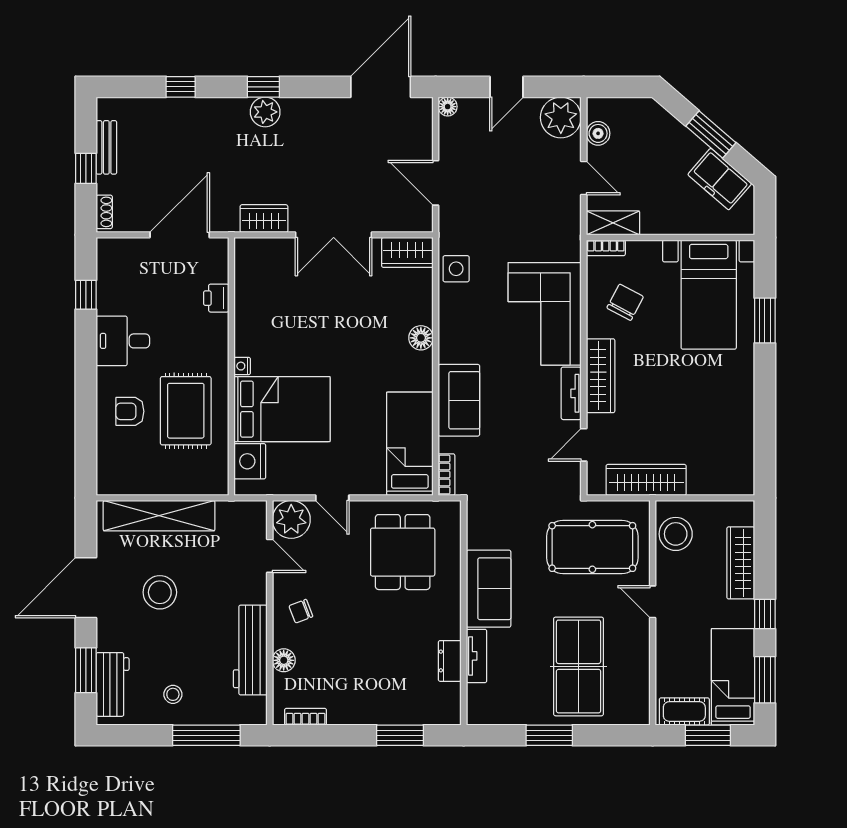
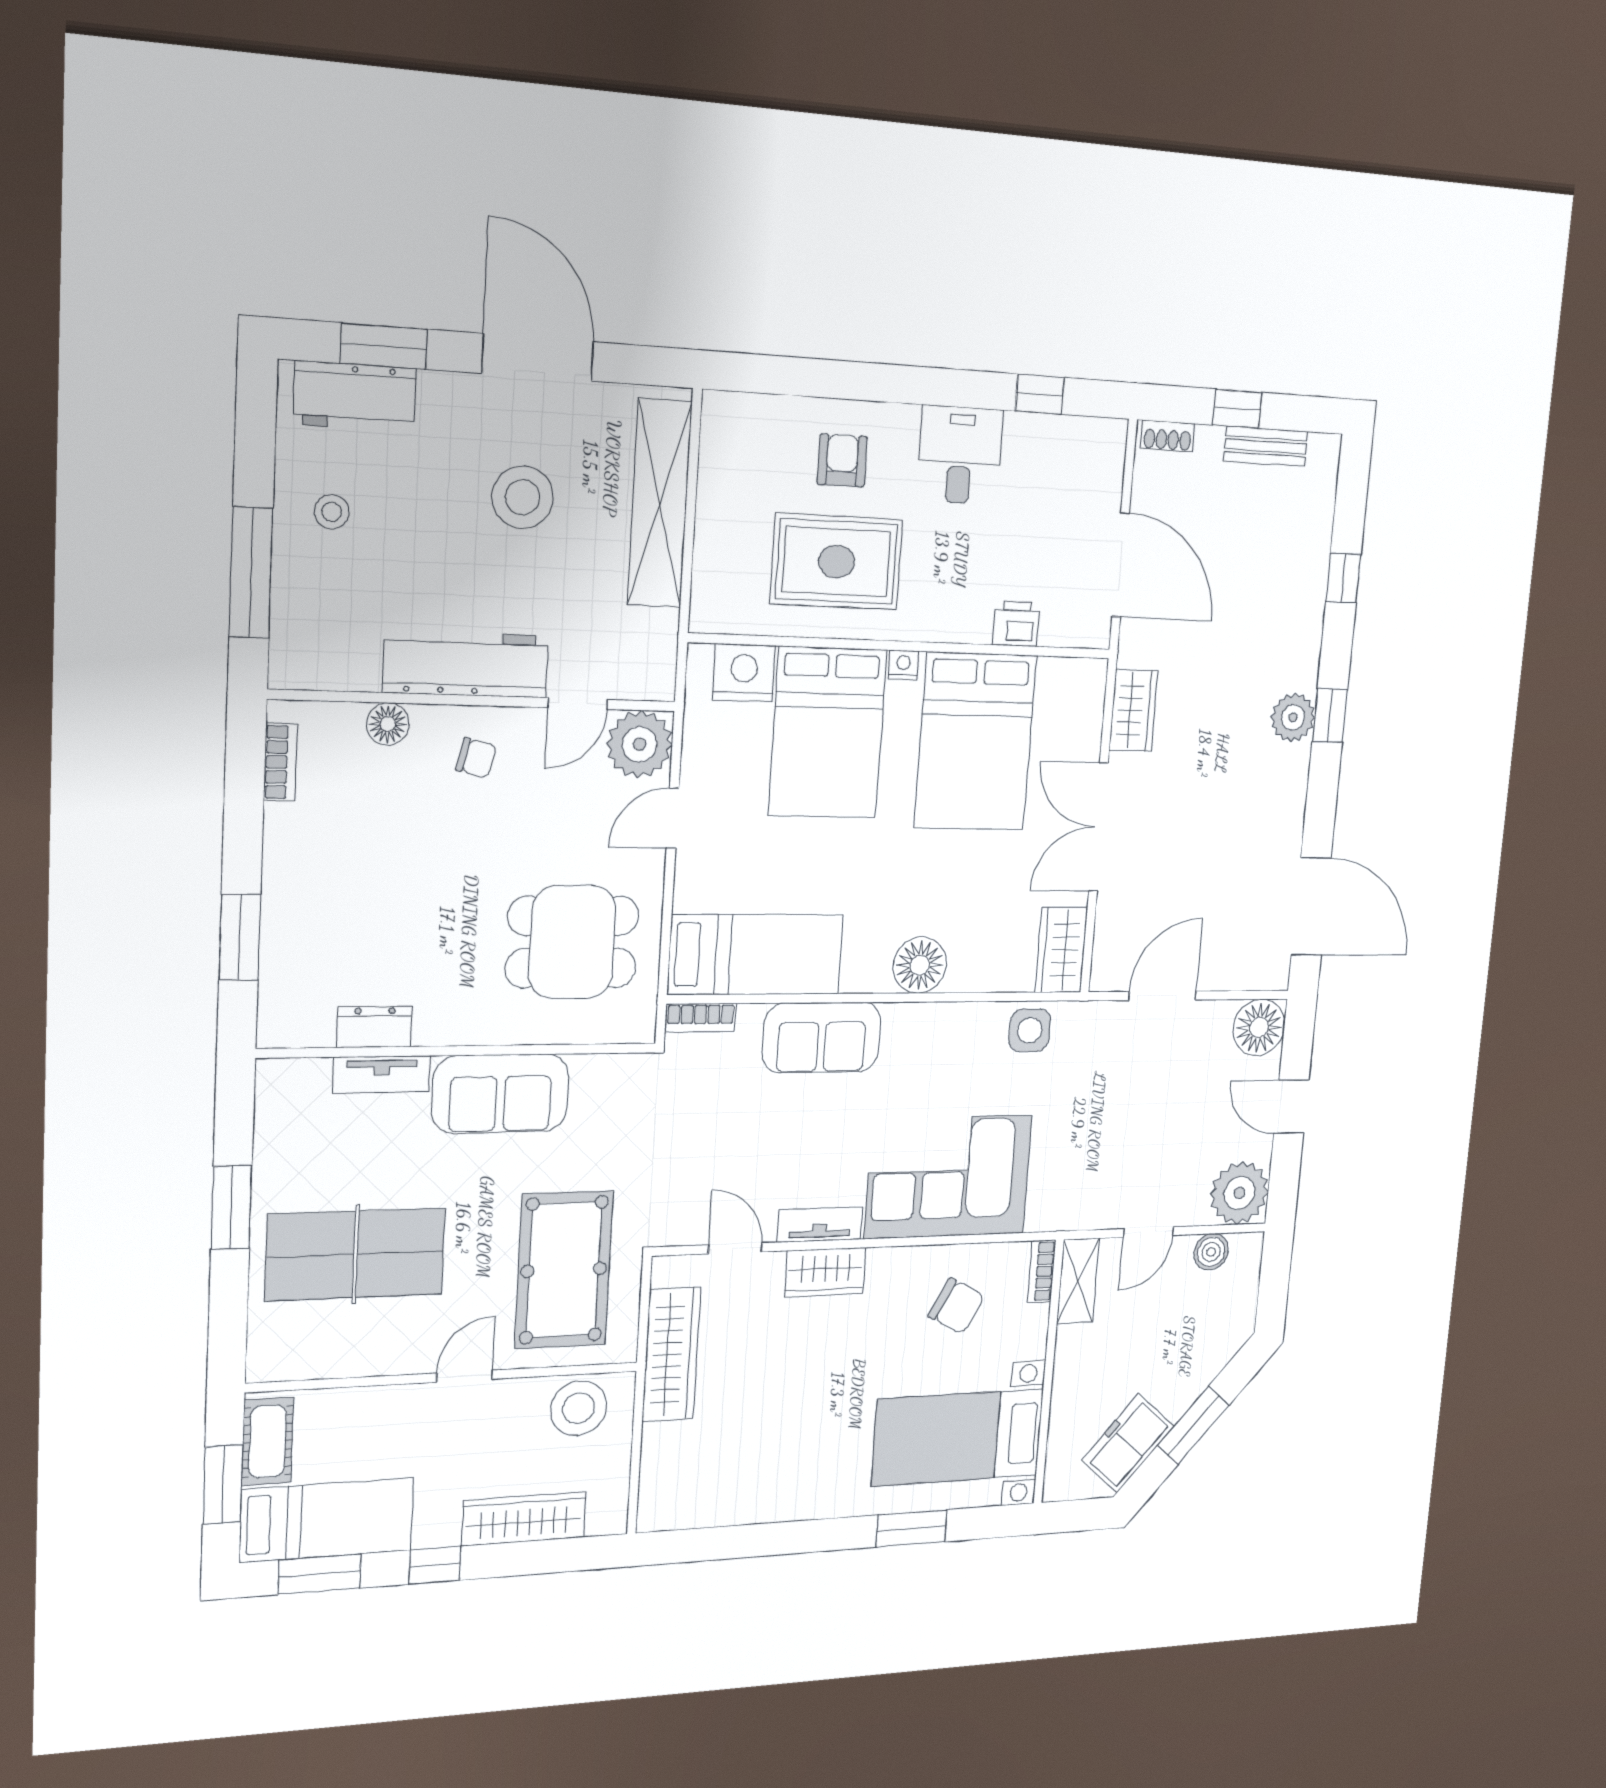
floor lamp: (448, 107) -> (1259, 1027), width x1.89, depth x1.89
bed: (285, 318) -> (975, 742), added
floor lamp: (421, 338) -> (920, 965), width x1.38, depth x1.38
wardrobe: (601, 376) -> (825, 1272), width x0.67
chair: (301, 611) -> (476, 758), turned 124
workbench: (250, 650) -> (466, 664), moved

